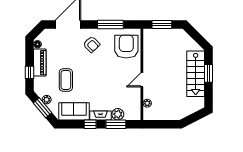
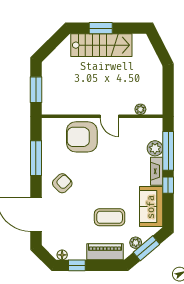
armchair: (126, 47) -> (82, 137), moved
piano: (40, 63) -> (105, 252), moved
window: (30, 72) -> (77, 265), moved
window: (116, 124) -> (168, 151), width x1.44

